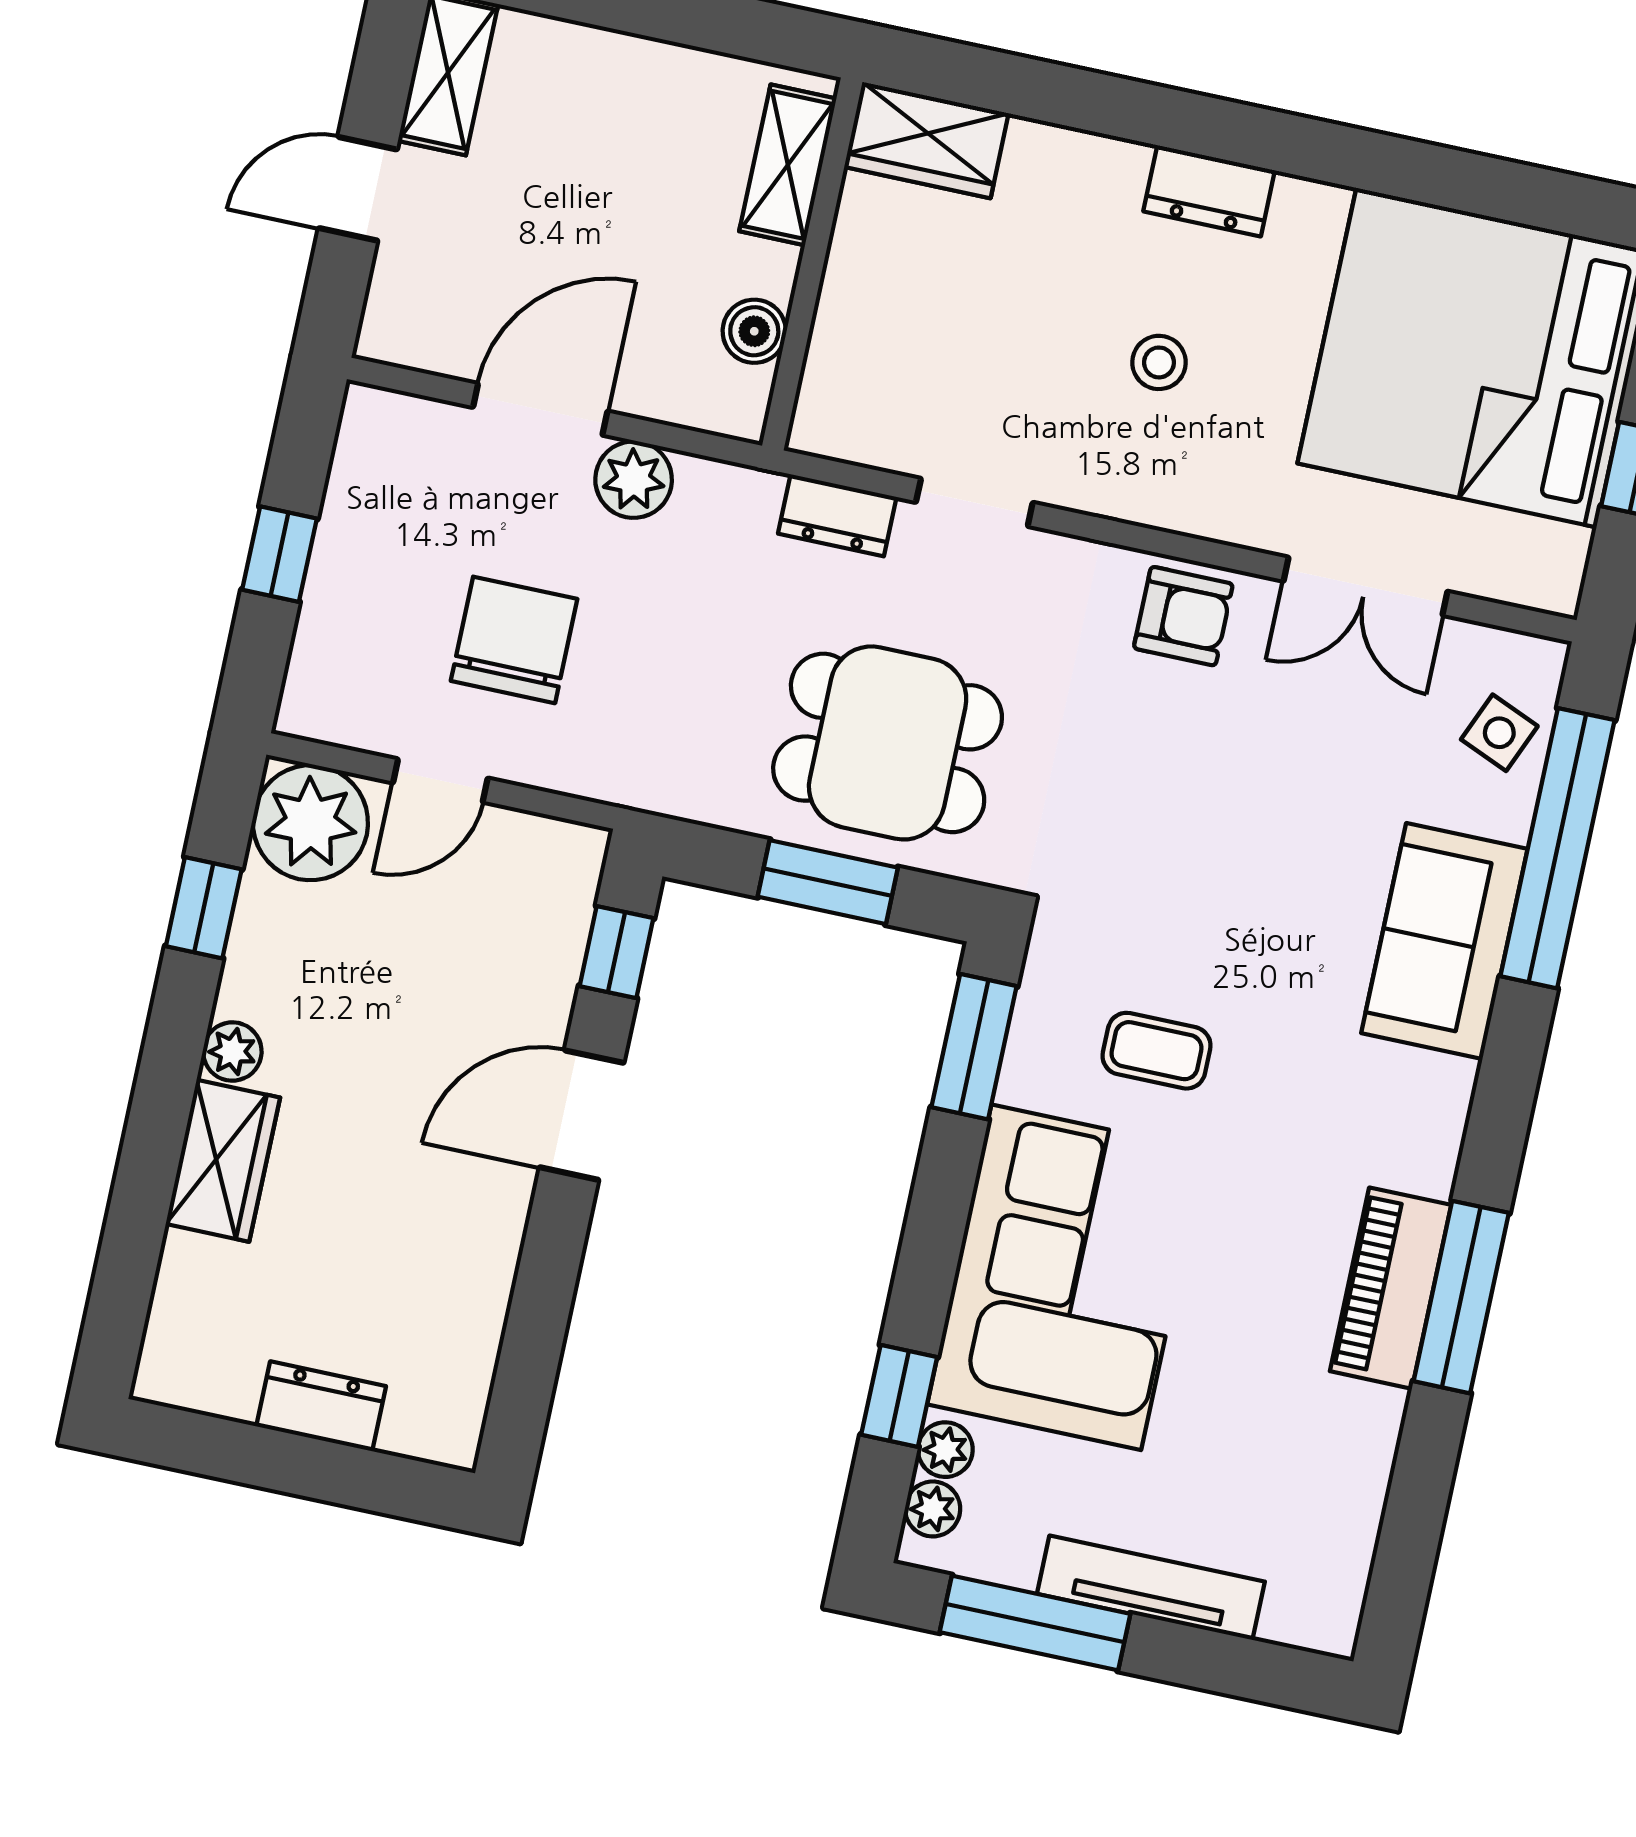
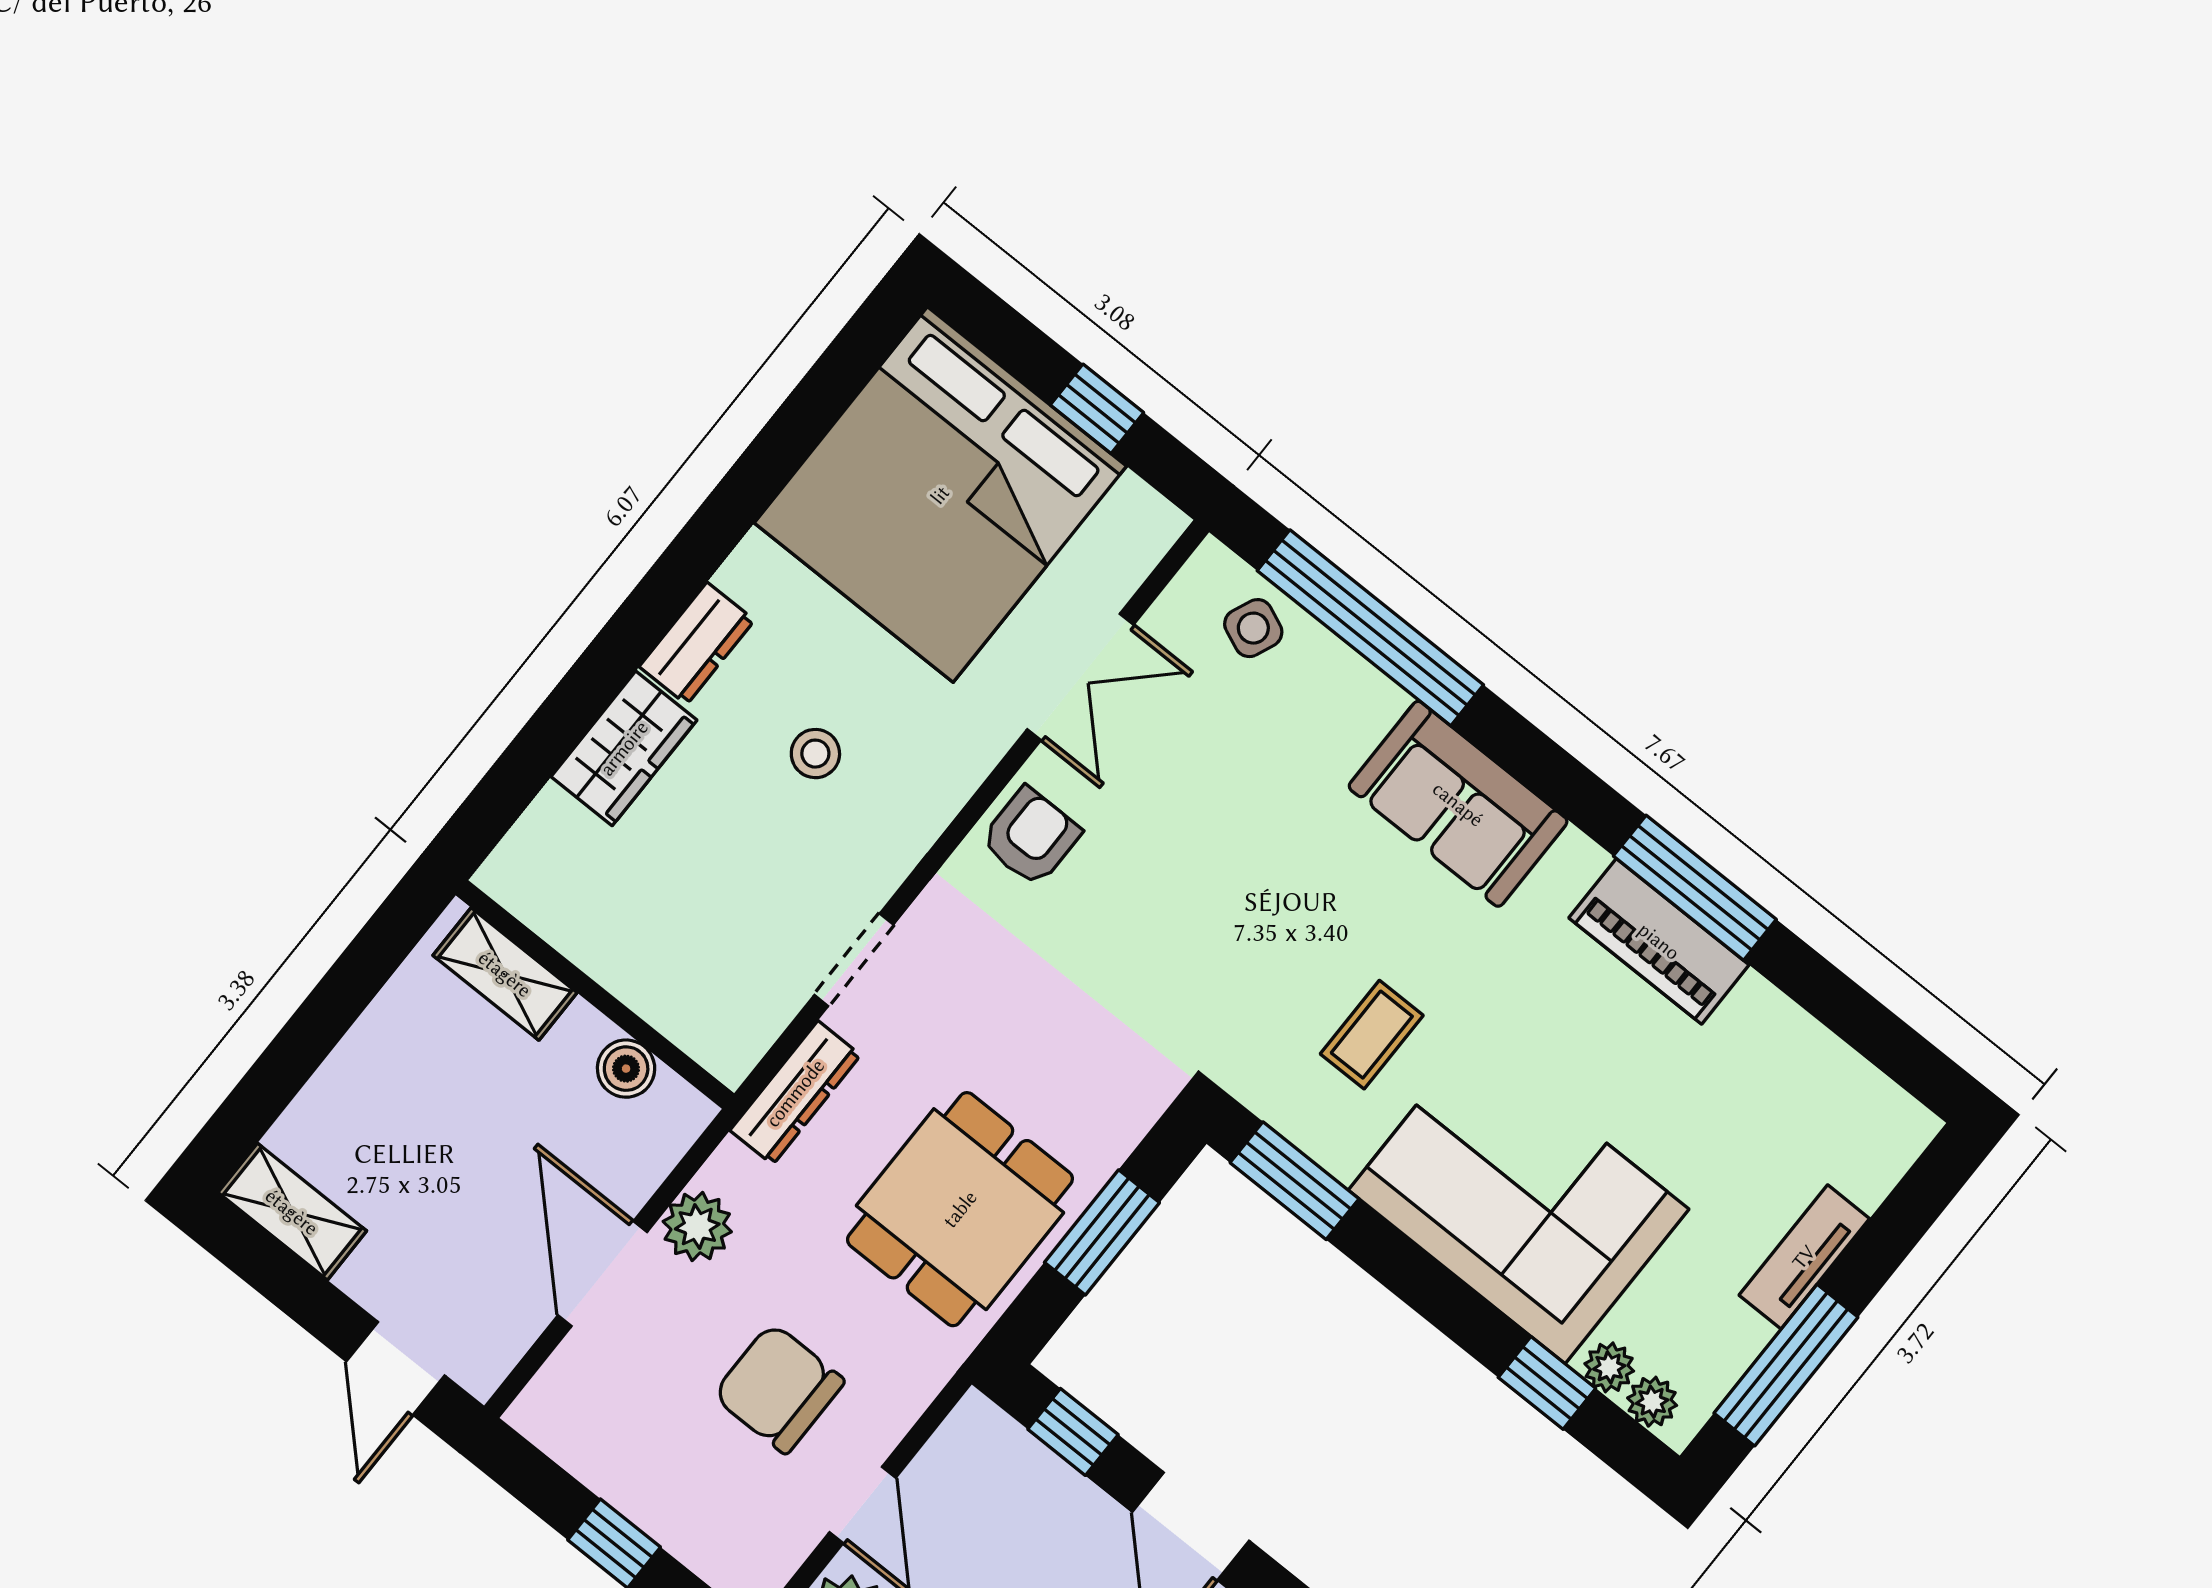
wardrobe: (926, 140) -> (624, 748), moved
door: (358, 189) -> (396, 1368), moved
dresser: (837, 515) -> (795, 1093), width x1.44
dining table: (888, 743) -> (960, 1209), moved
sofa: (1444, 941) -> (1458, 804), moved
tv unit: (1151, 1588) -> (1804, 1257), width x0.71

